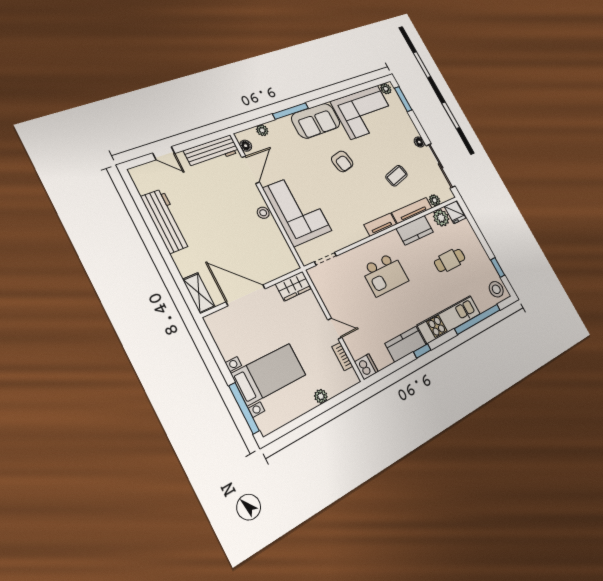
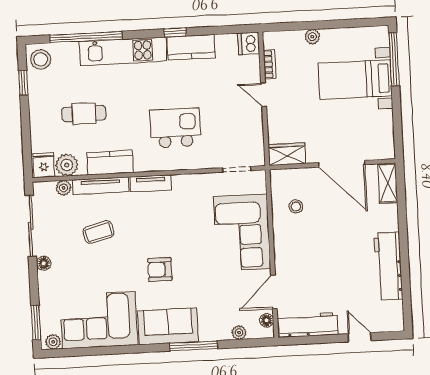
armchair: (342, 161) -> (160, 270), turned -78
stool: (263, 213) -> (296, 206), moved

